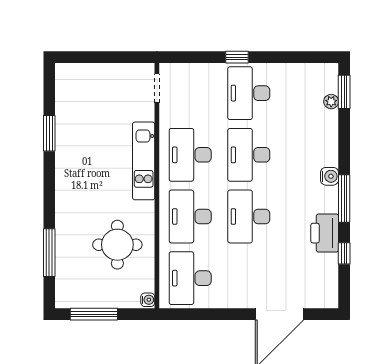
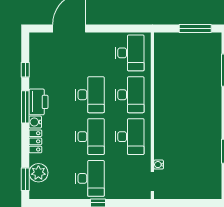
plant: (331, 102) -> (38, 173), width x1.88, depth x1.88
locker: (329, 148) -> (35, 141), added
kitchen unit: (144, 161) -> (161, 132), removed
printer: (325, 233) -> (39, 102), moved
round table: (117, 245) -> (179, 76), removed
water cooler: (148, 300) -> (159, 165), moved

